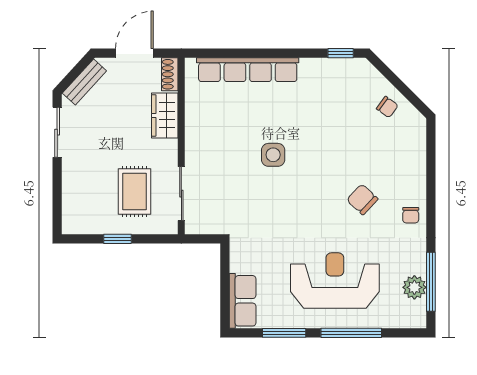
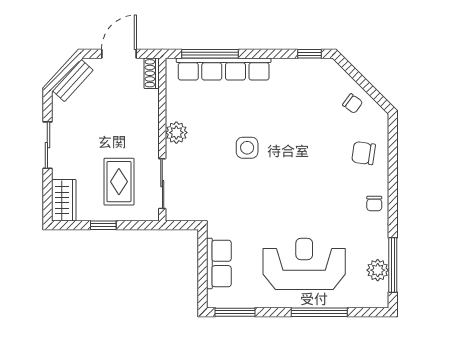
window: (233, 53) -> (210, 54), added
wardrobe: (165, 115) -> (64, 200), moved, turned 180
sliding door: (57, 132) -> (47, 145), moved
plant: (197, 138) -> (176, 133), added
chair: (362, 199) -> (363, 153), moved, turned -35
row of seats: (243, 301) -> (219, 263), moved
window: (284, 333) -> (235, 312), moved

